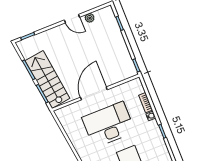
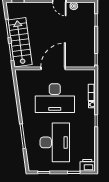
desk: (108, 125) -> (55, 98), turned 180

